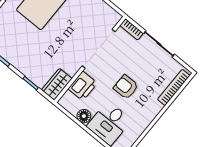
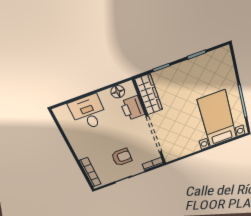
wardrobe: (57, 84) -> (149, 95), width x1.50
armchair: (126, 87) -> (122, 157), moved
floor lamp: (84, 116) -> (118, 92), moved

